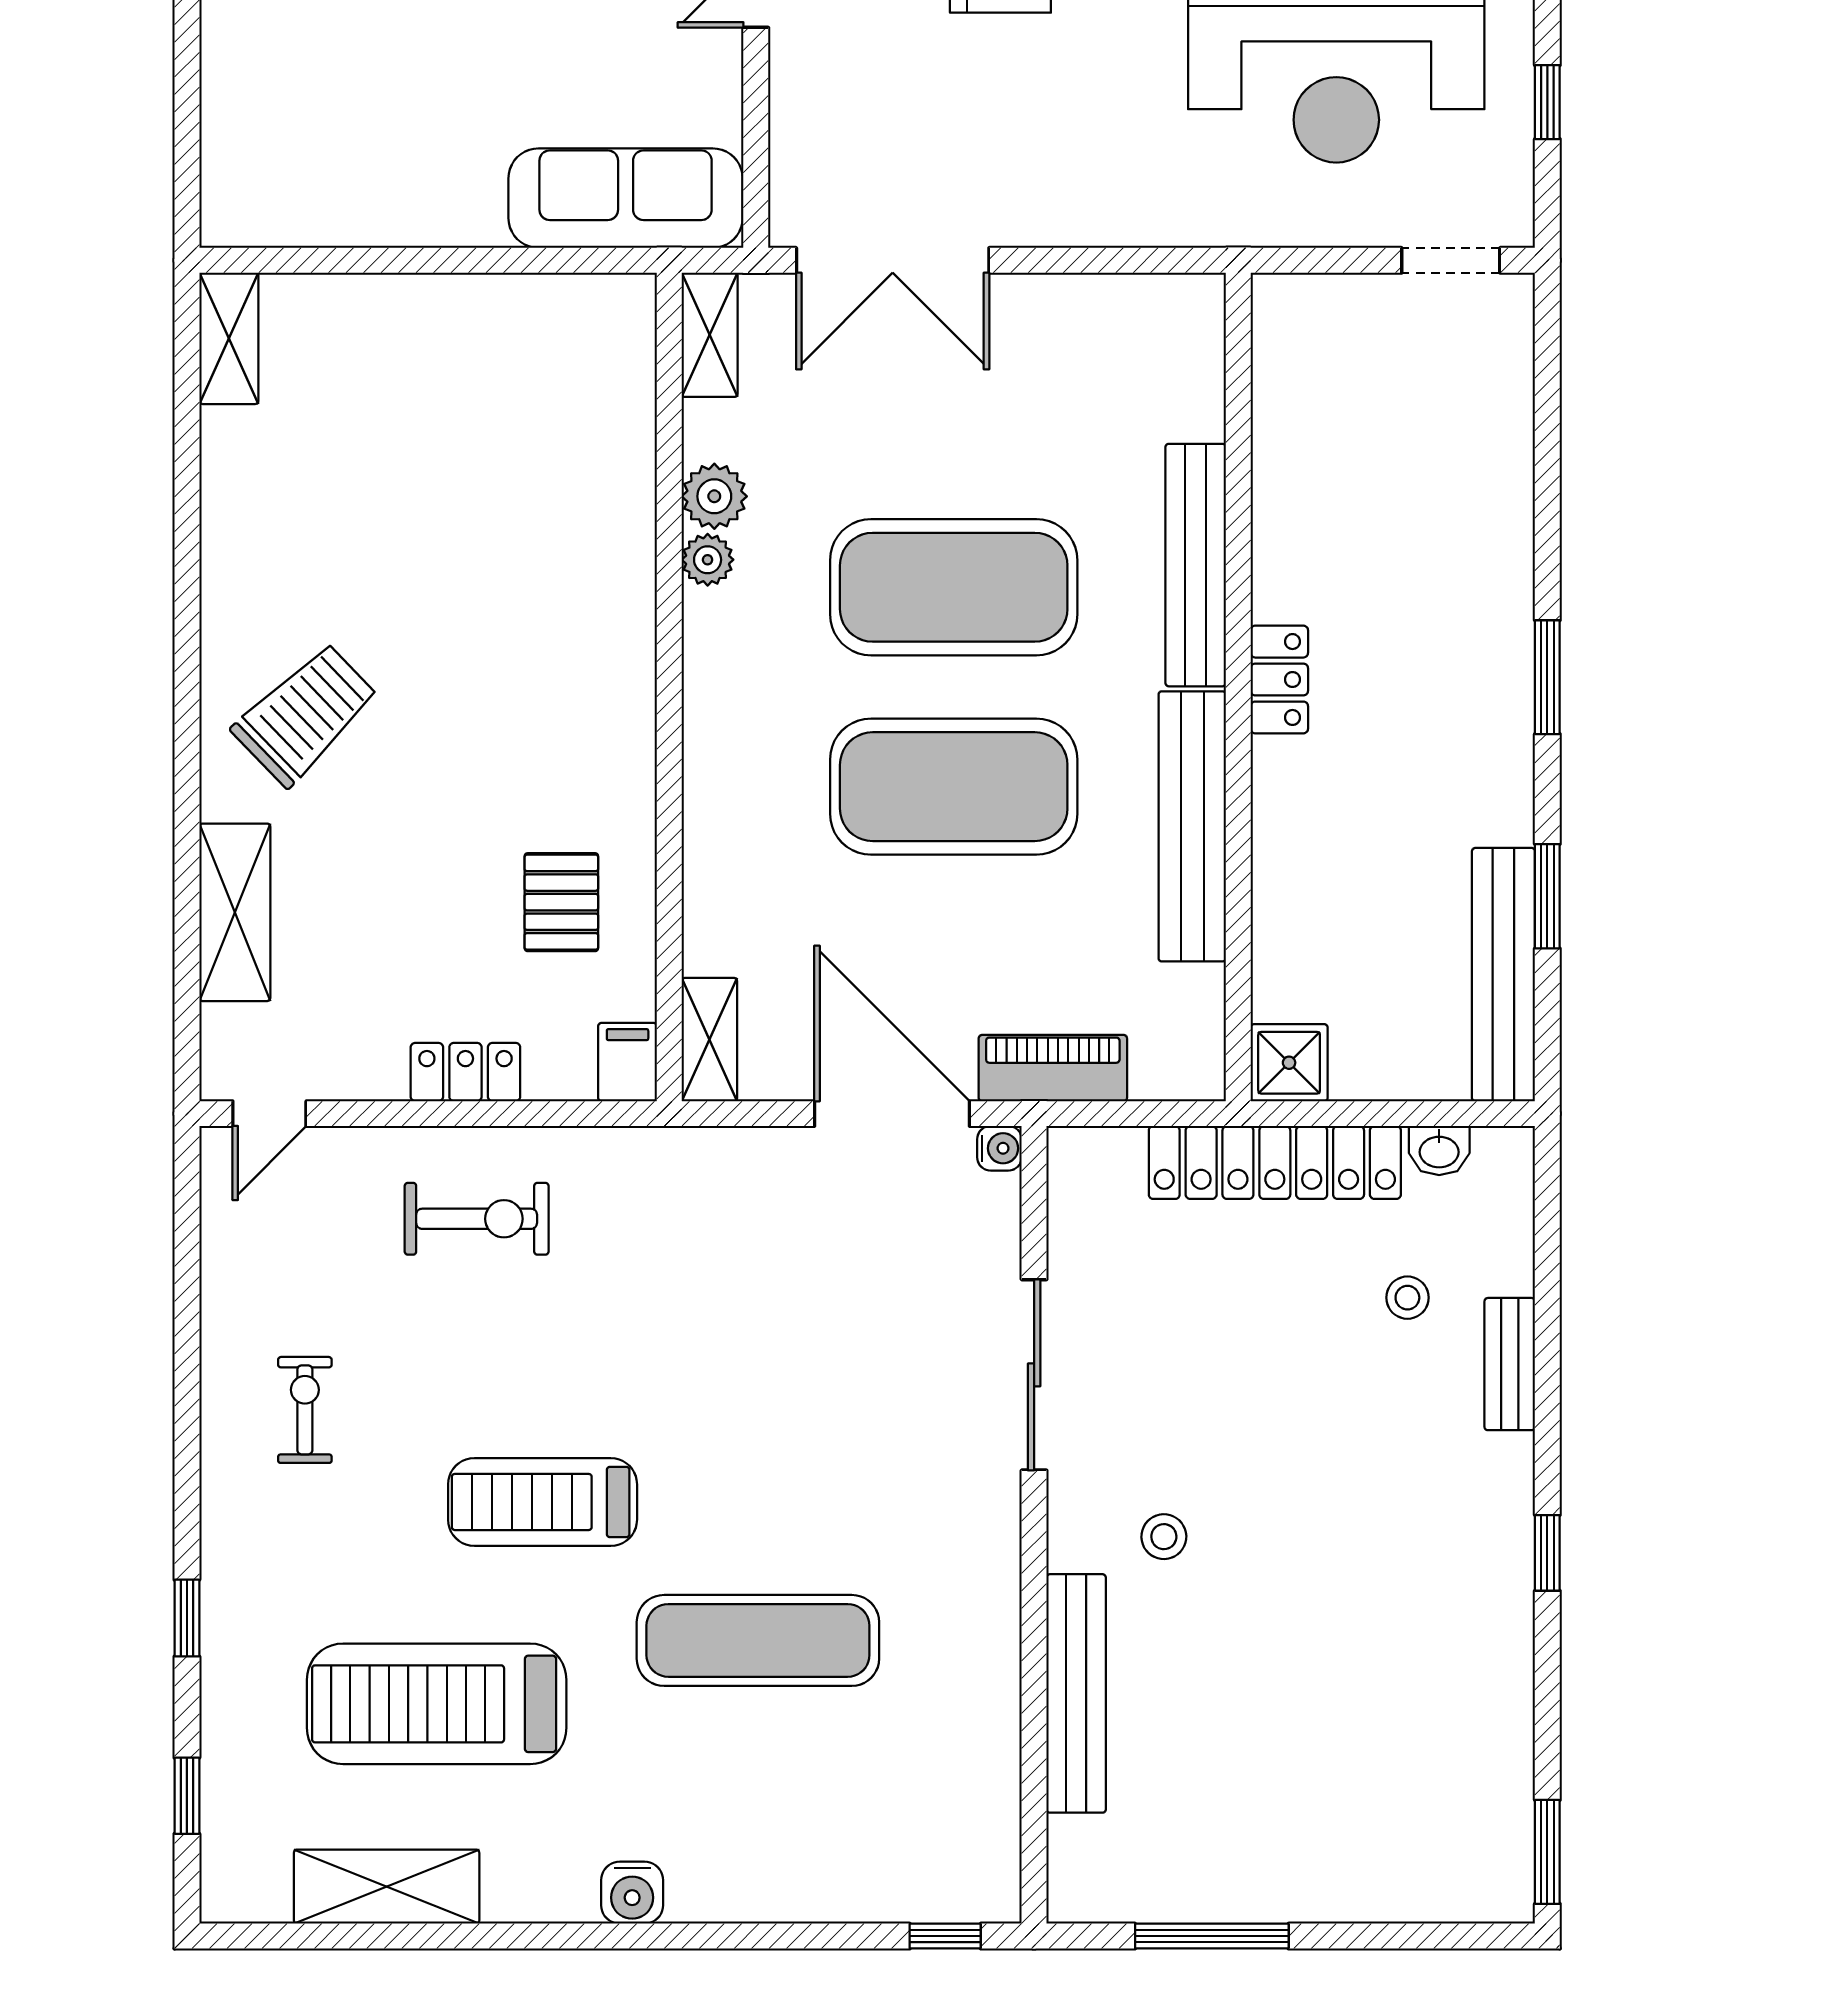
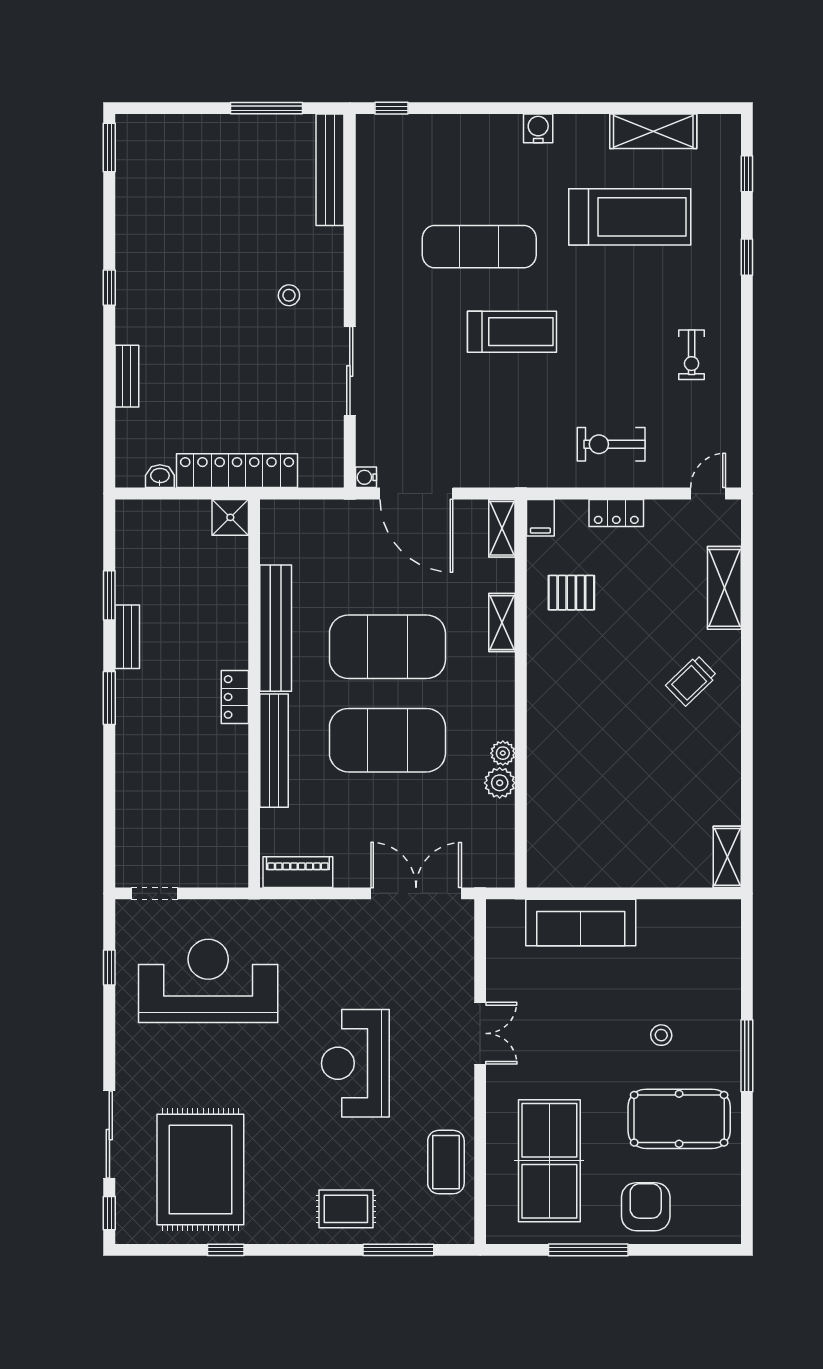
sofa: (626, 198) -> (581, 923), moved
shelving: (710, 335) -> (502, 623), moved
trolley: (305, 714) -> (691, 681), width x0.73, depth x0.72
pallet: (561, 902) -> (571, 593), turned 90
bench: (1503, 975) -> (127, 637), moved, width x0.54, depth x0.82
piano: (1053, 1068) -> (298, 872), moved, turned 180
stool: (1407, 1298) -> (175, 407), removed
treadmill: (543, 1502) -> (512, 332), moved
bench: (1076, 1693) -> (330, 170), moved

